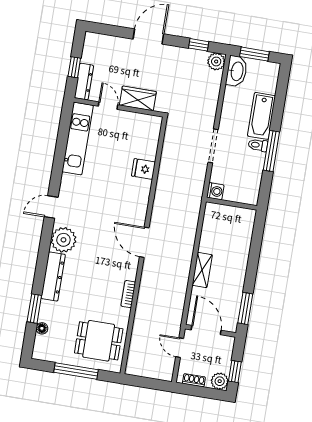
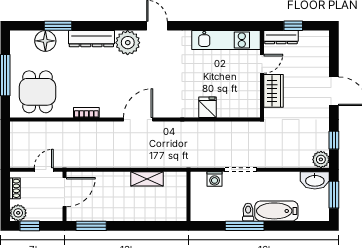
washing machine: (215, 191) -> (215, 179), moved
shelving: (202, 270) -> (147, 179), moved
floor lamp: (42, 328) -> (45, 41), width x1.89, depth x1.89

